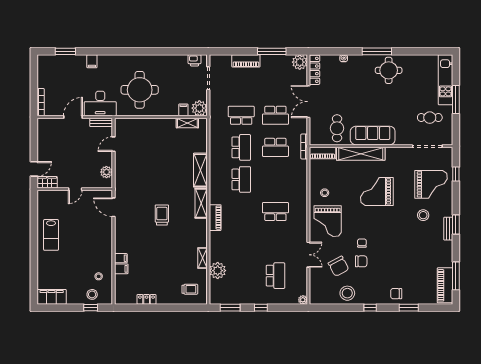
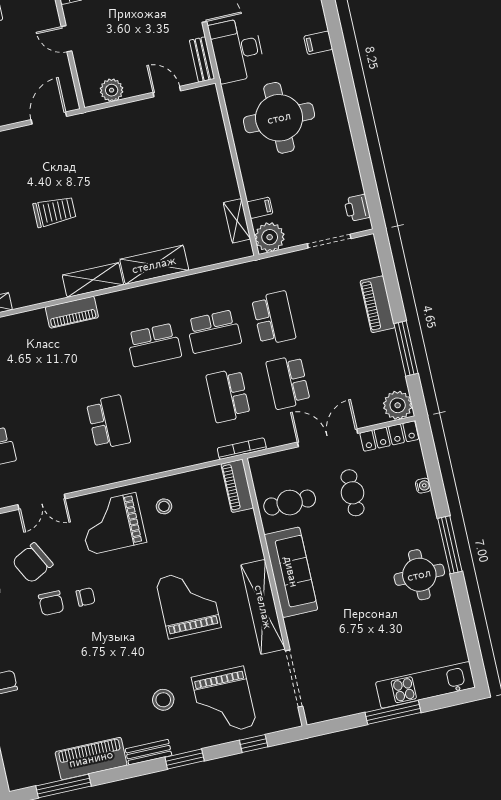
filing cabinet: (92, 61) -> (318, 43), moved
cafe table: (430, 118) -> (353, 493), moved
shelving: (361, 154) -> (263, 607), moved
window: (456, 224) -> (185, 759), moved
piano: (445, 285) -> (91, 759), moved

